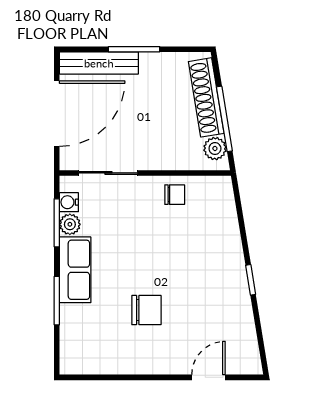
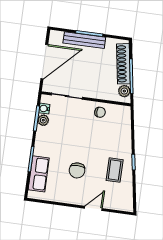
bench: (99, 63) -> (84, 40), moved
row of seats: (75, 270) -> (39, 174), moved
coffee table: (217, 300) -> (115, 170), added
chair: (146, 310) -> (77, 170), turned 90
door: (208, 377) -> (93, 208), moved

